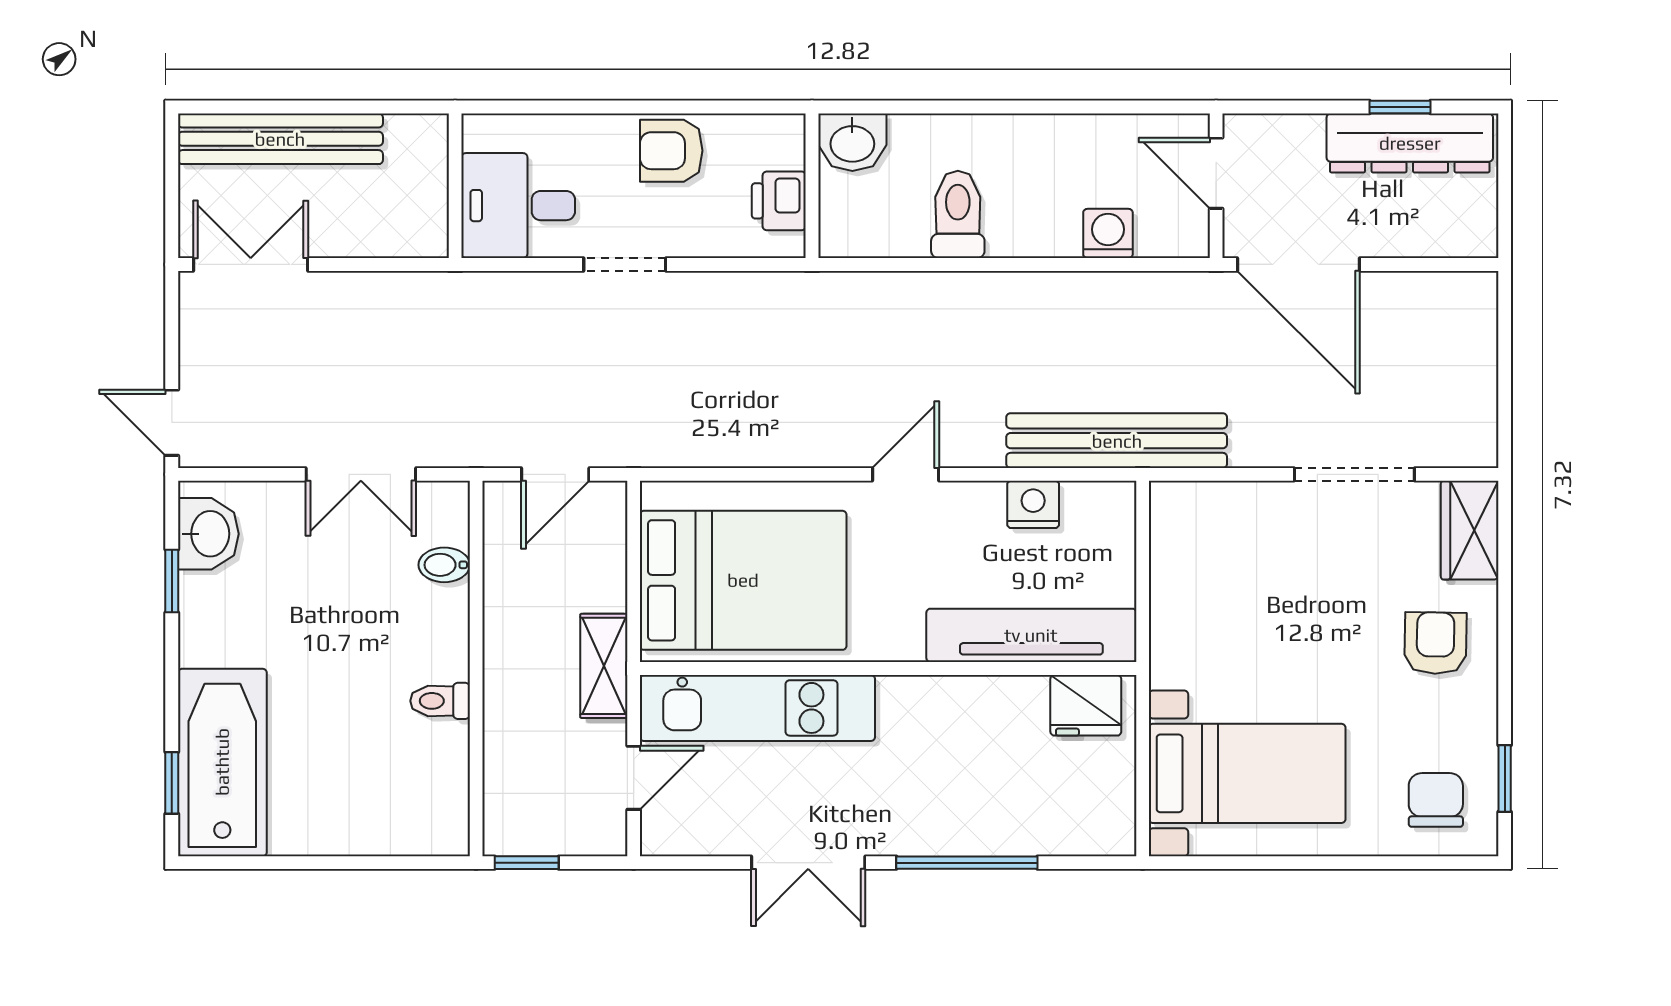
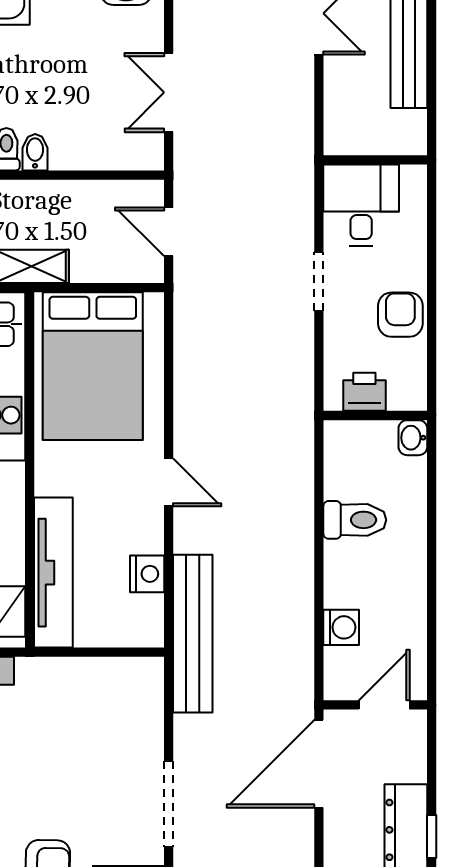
washbasin: (852, 142) -> (413, 438), width x0.72, depth x0.69
bidet: (444, 565) -> (35, 152), moved

